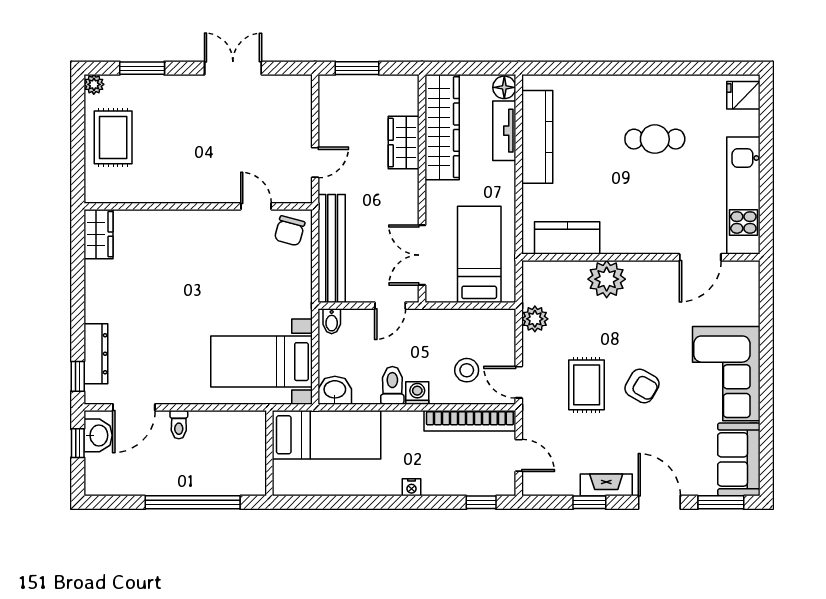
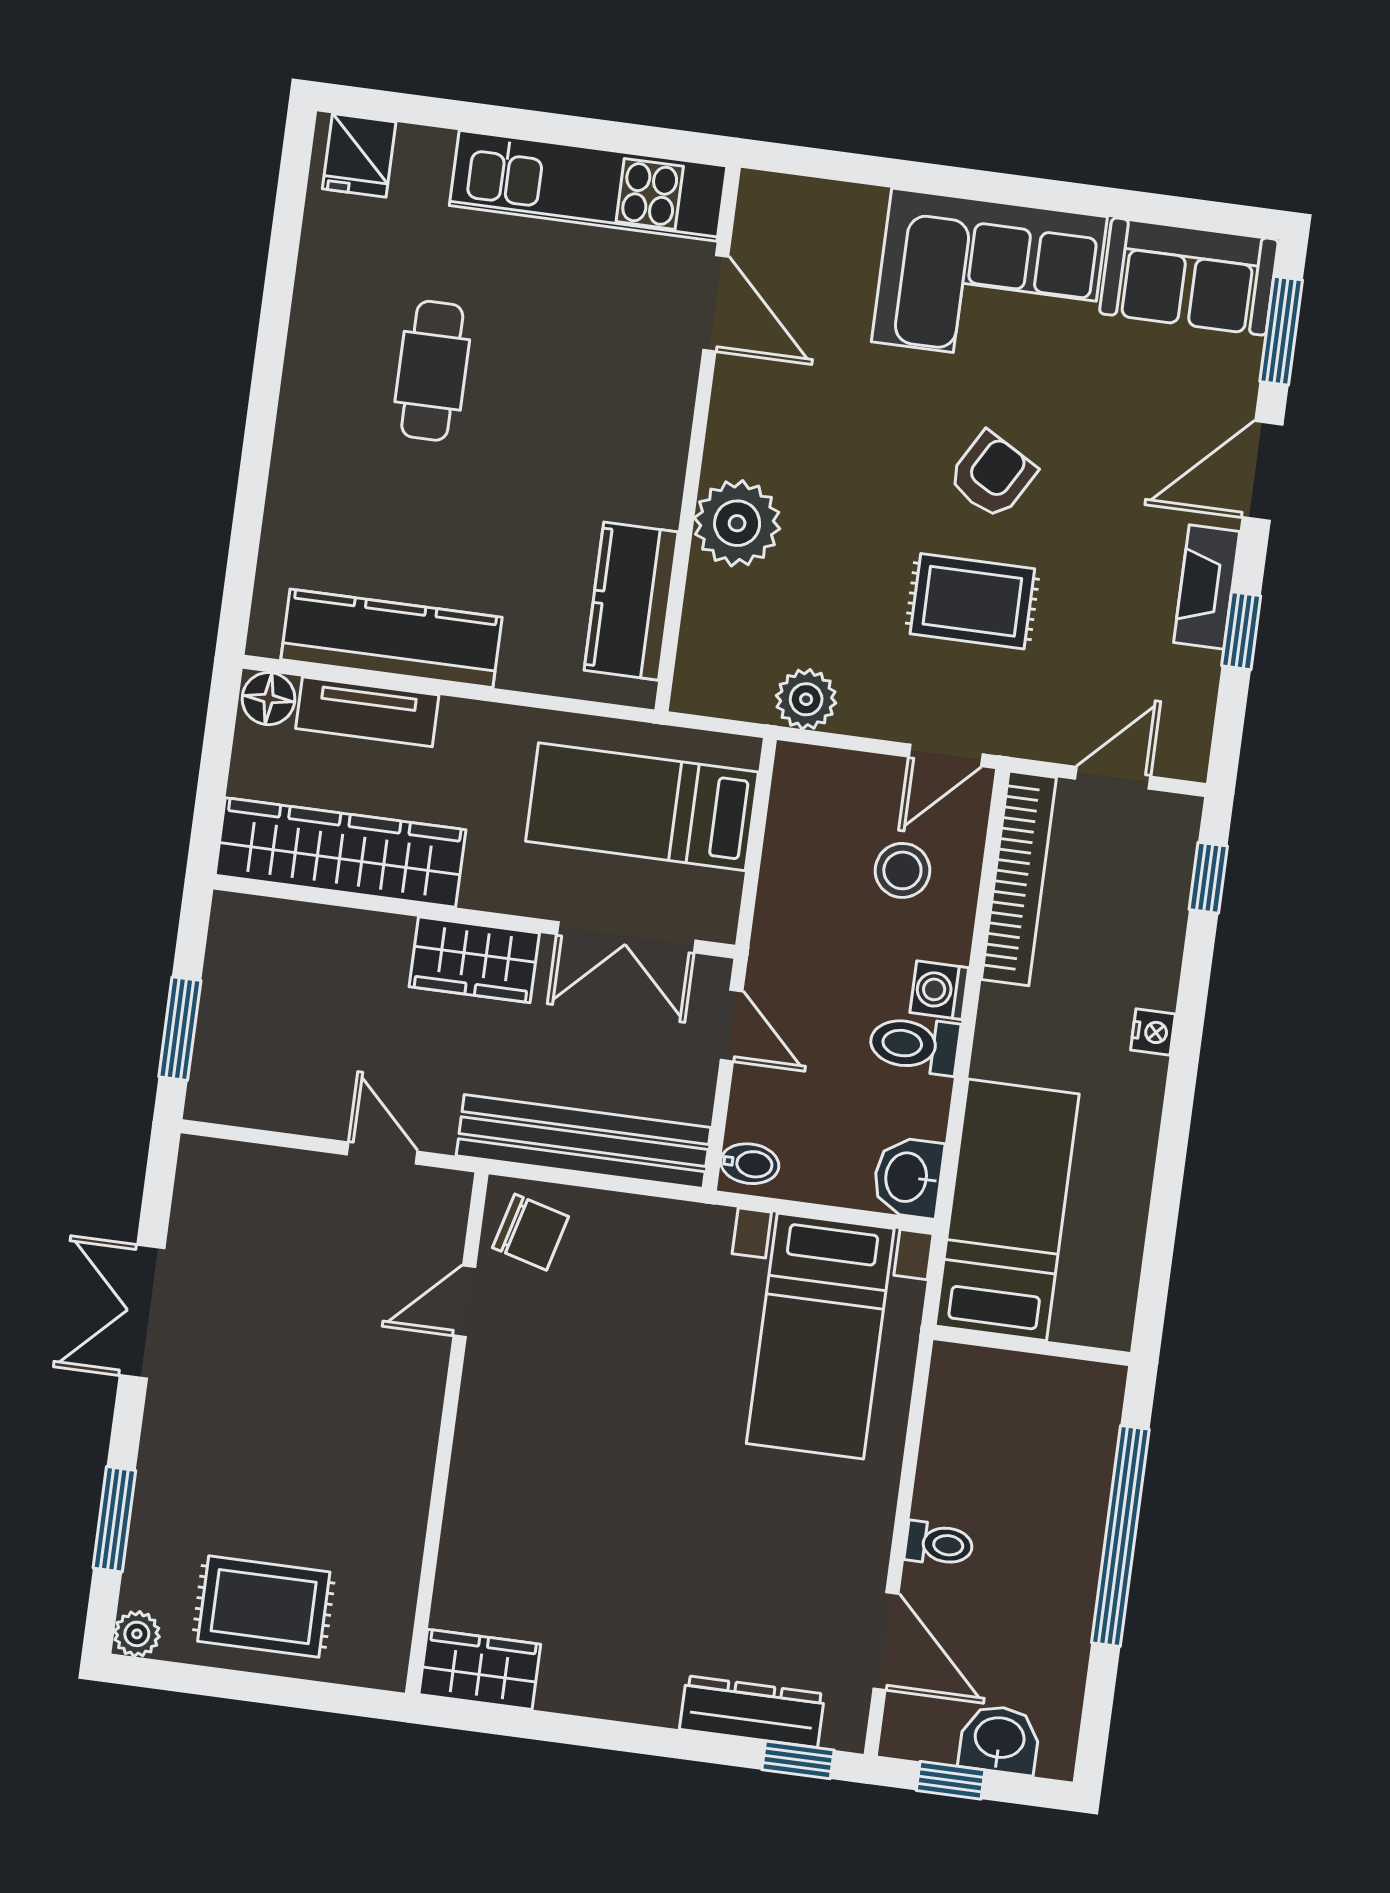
wardrobe: (404, 143) -> (474, 960), moved
washbasin: (98, 435) -> (999, 1740), moved

